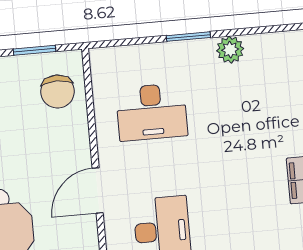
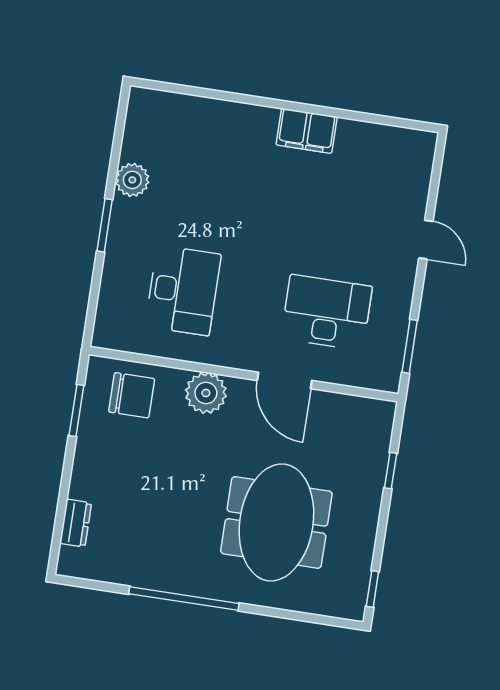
plant: (74, 151) -> (206, 393), added
door: (98, 191) -> (284, 380), moved

